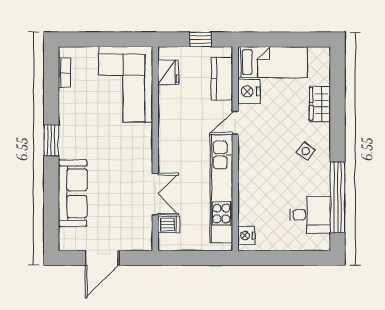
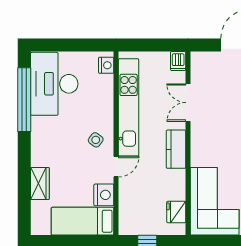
kitchen counter: (222, 79) -> (176, 149), moved, turned 180
side table: (306, 151) -> (96, 140), moved
desk: (310, 215) -> (54, 84), width x1.87, depth x1.30
dishwasher: (169, 225) -> (178, 61), moved, turned -90

